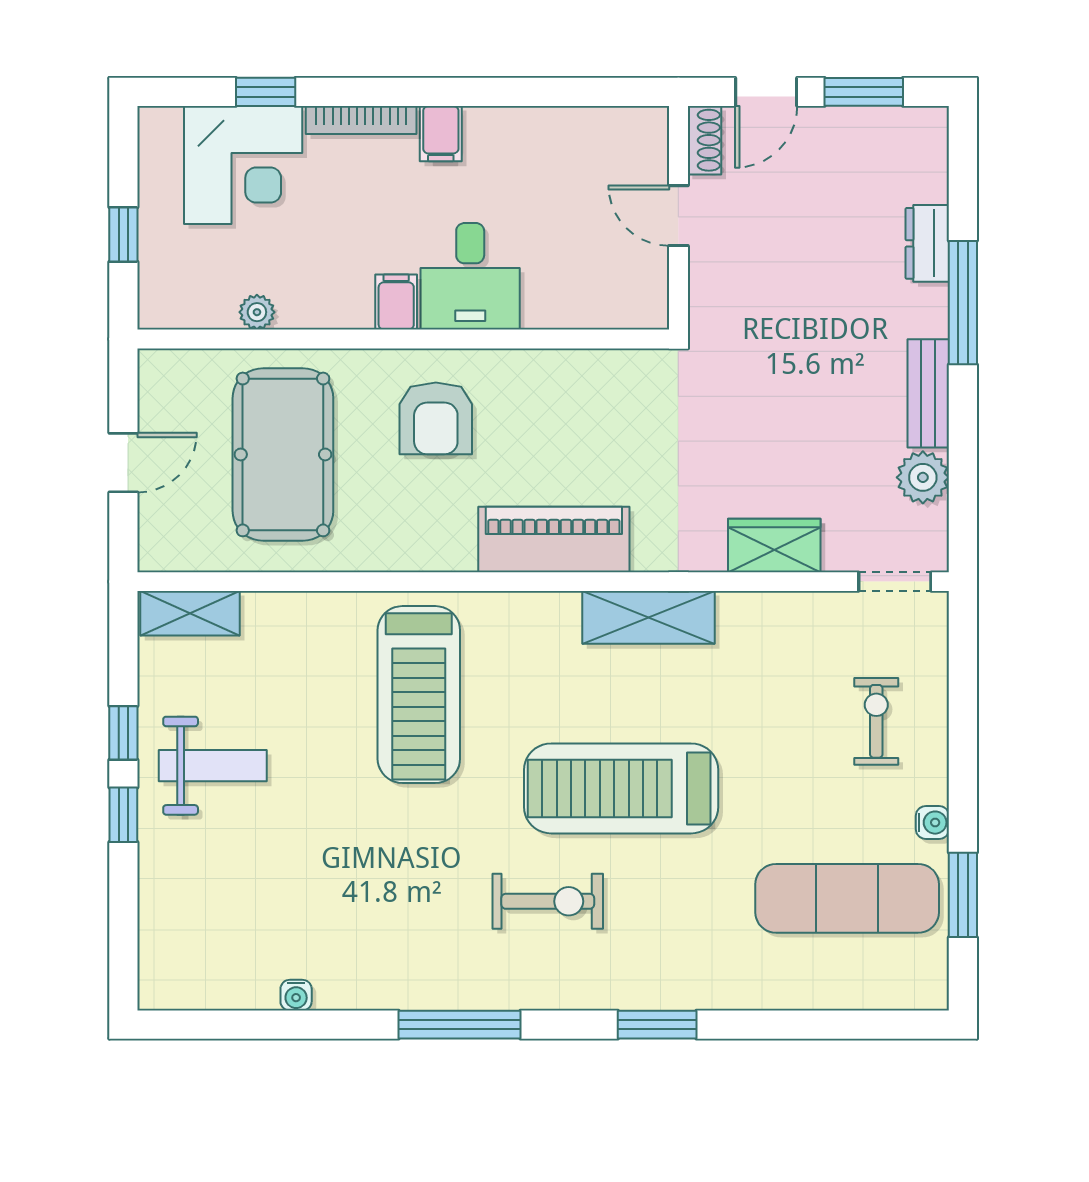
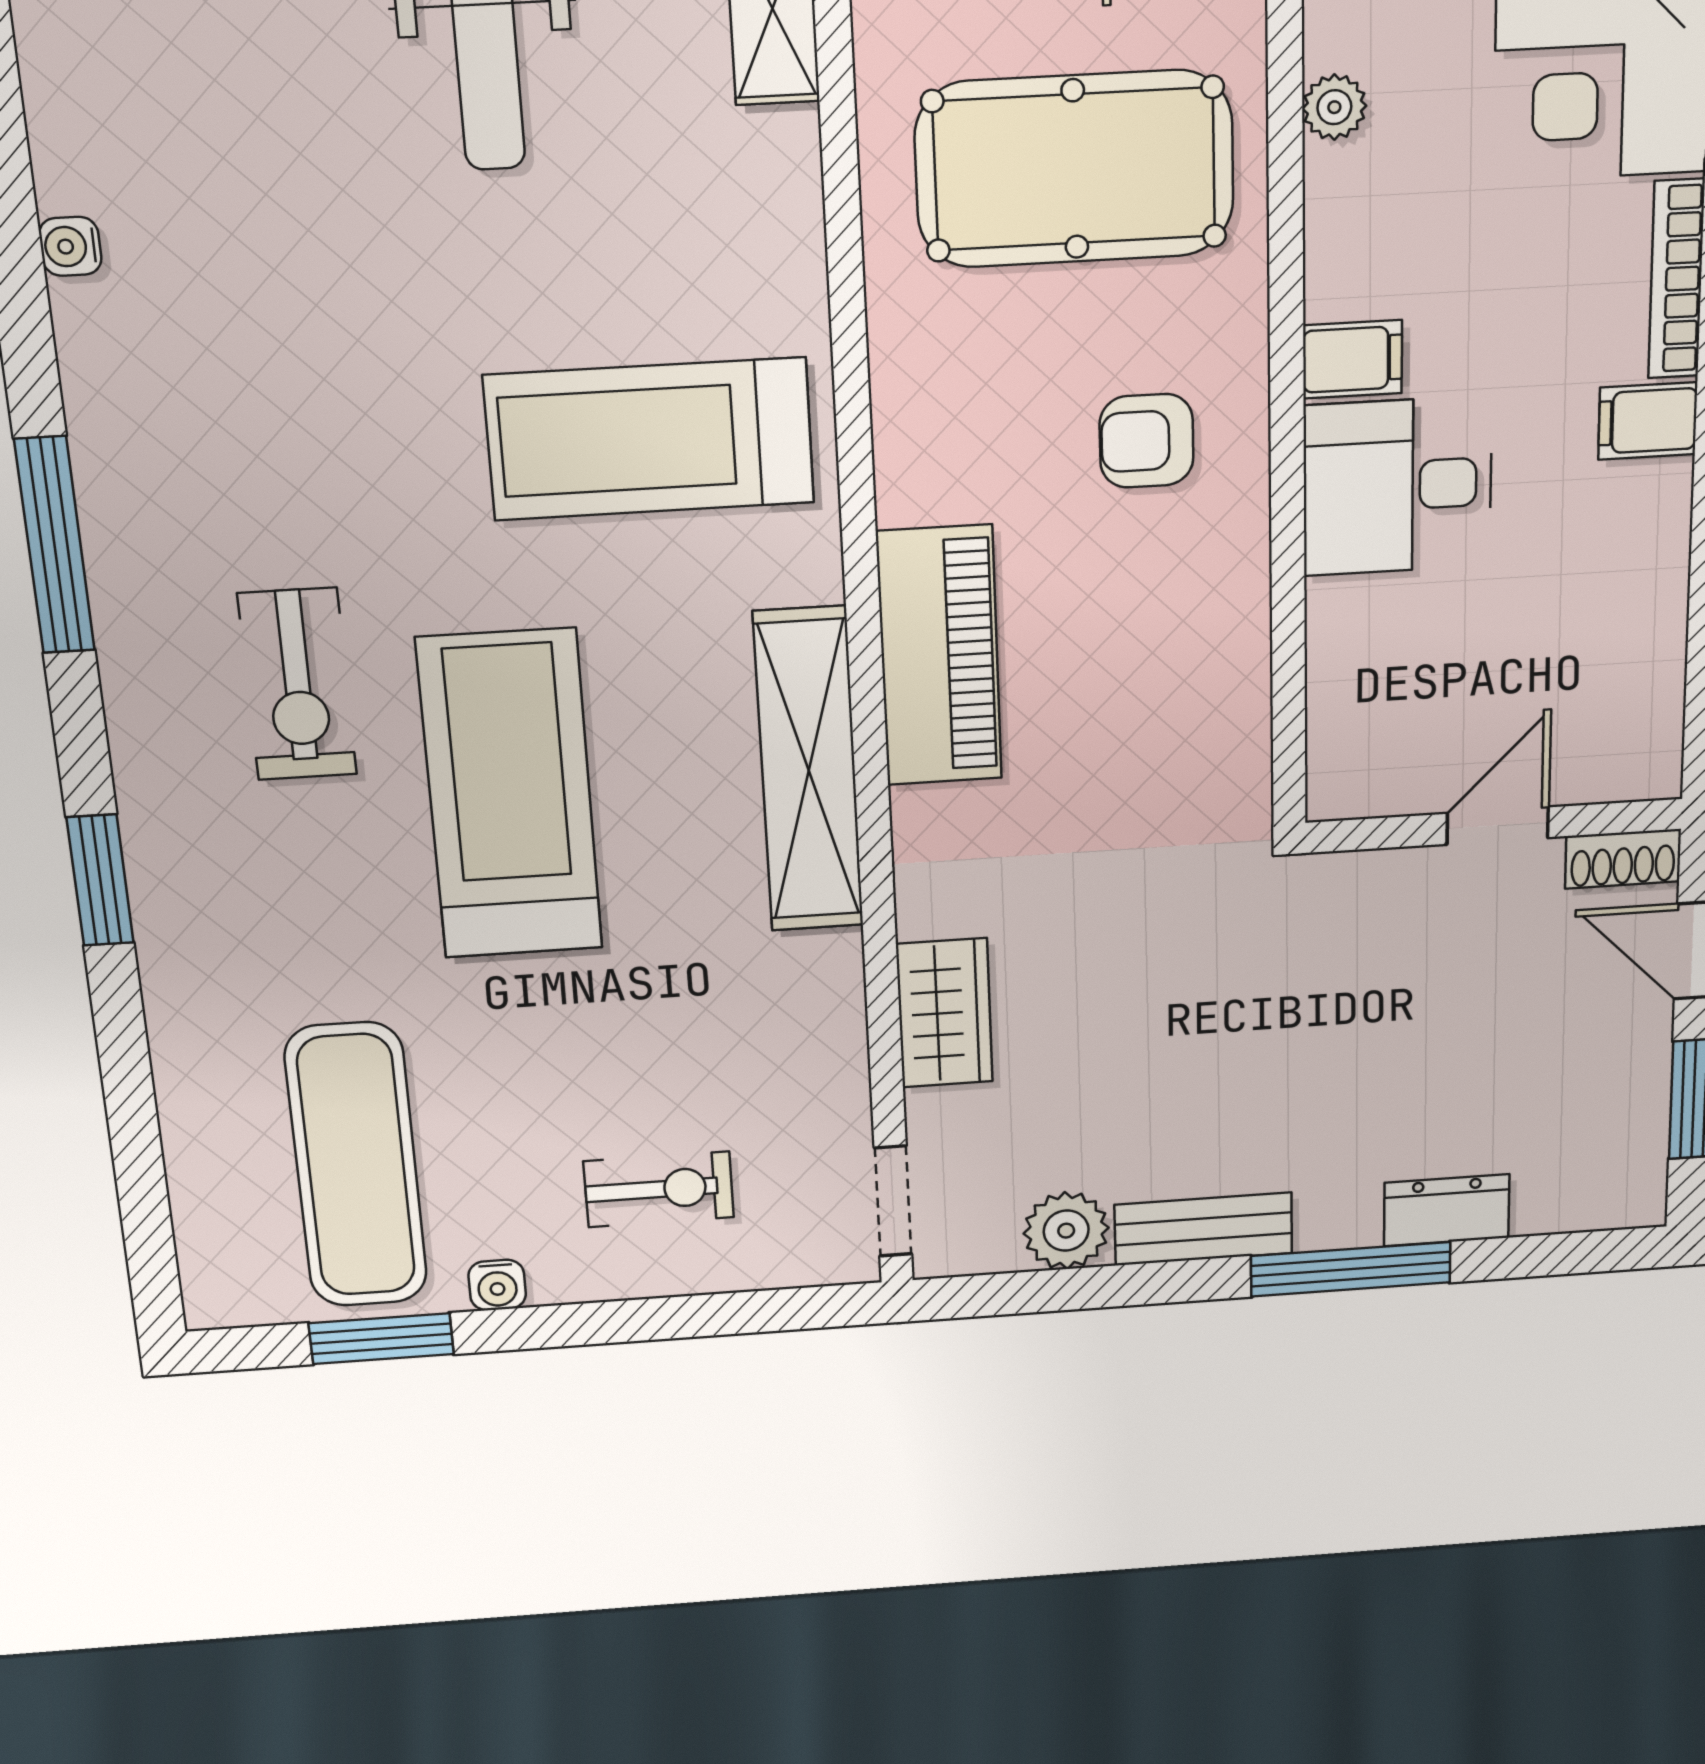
armchair: (436, 418) -> (1147, 441), width x0.72, depth x0.72
shelving: (649, 617) -> (809, 770), width x1.47

